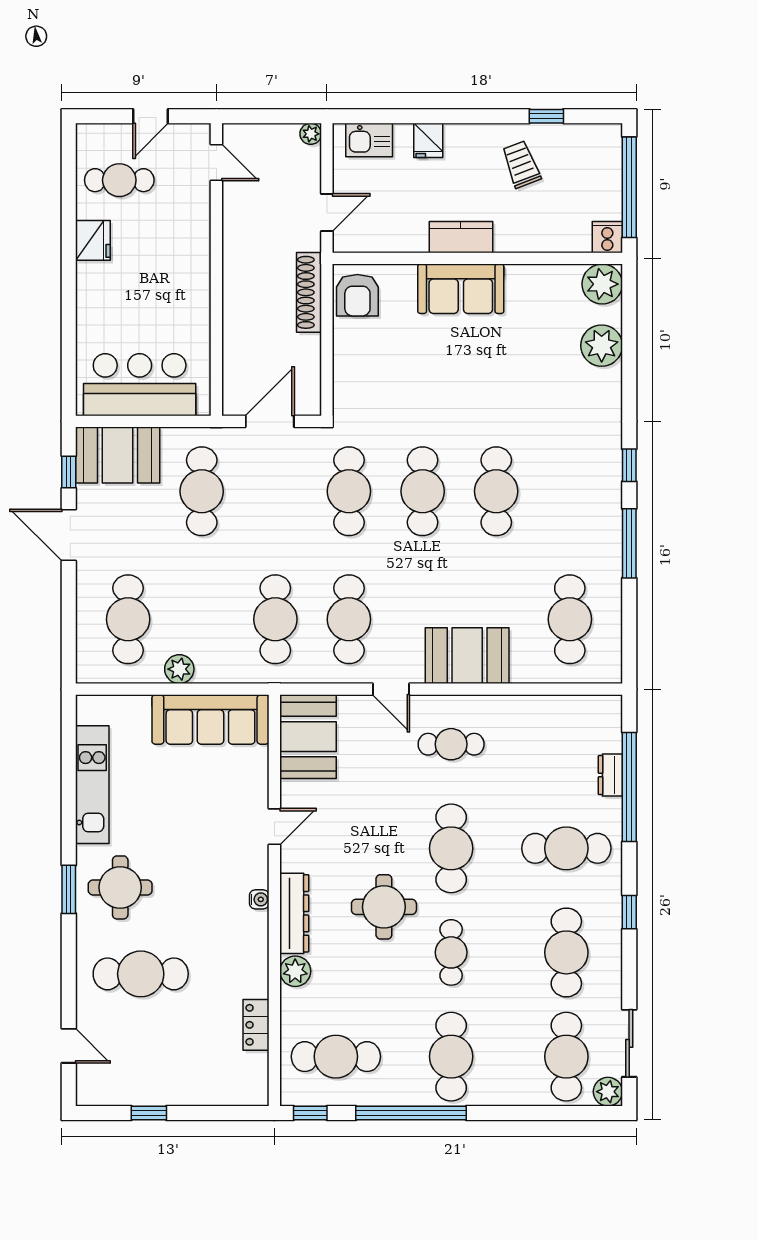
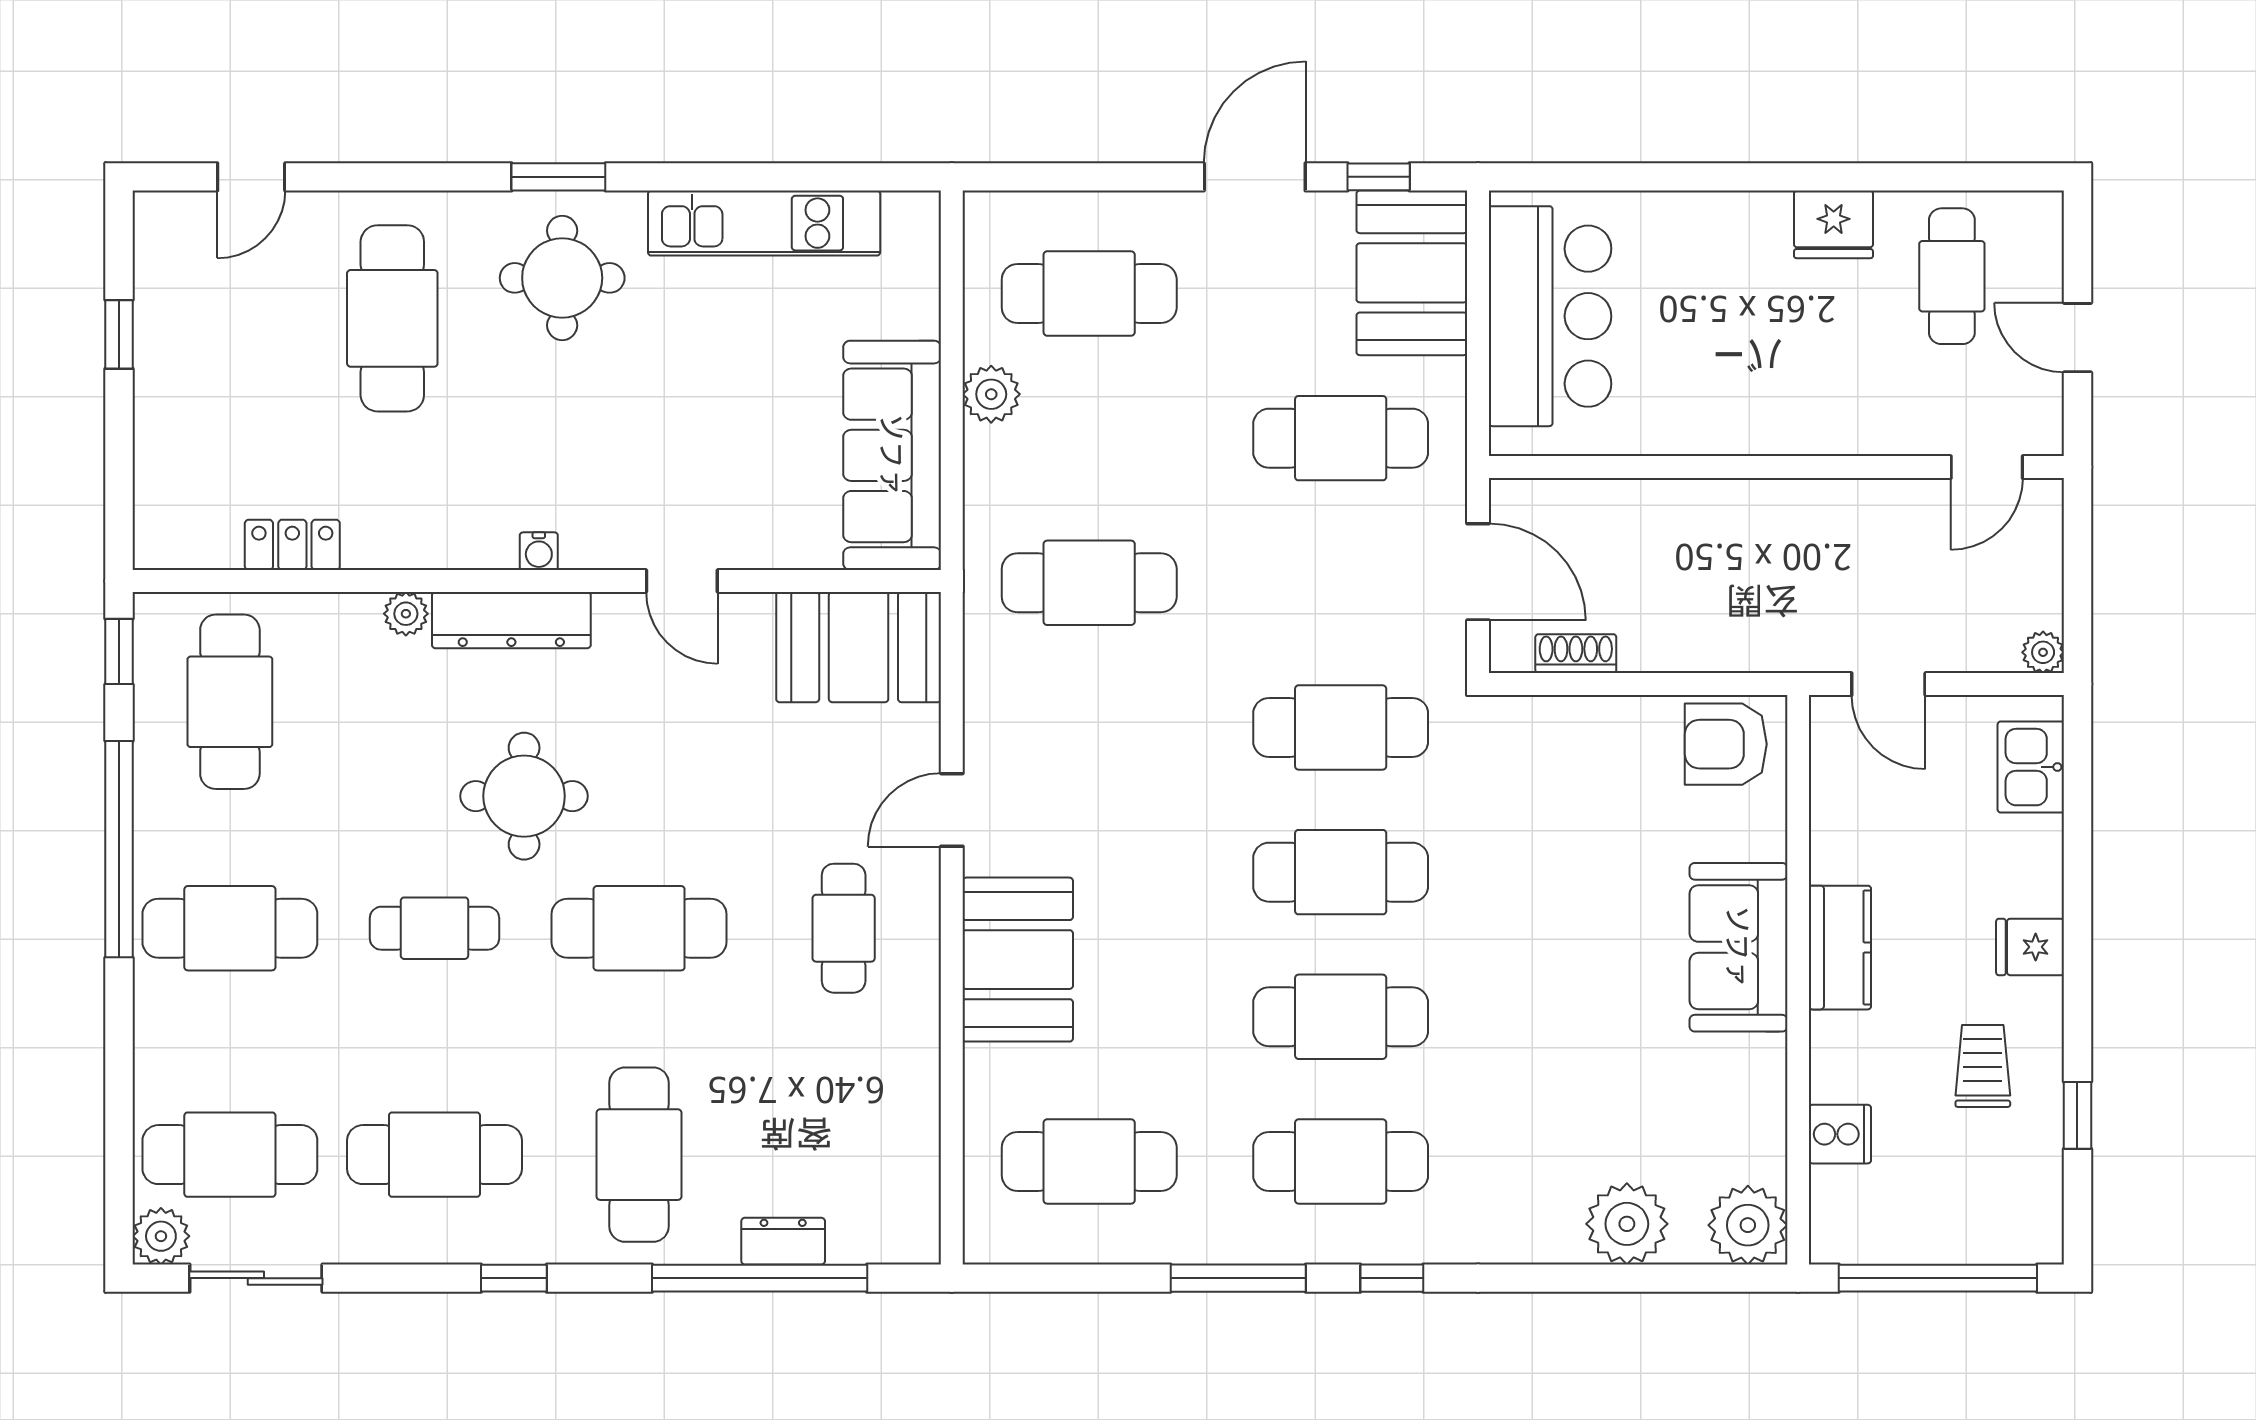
fridge: (428, 140) -> (2030, 947), moved
trolley: (521, 164) -> (1983, 1066), turned -69
cooker: (607, 237) -> (1840, 1134), moved
shoe rack: (309, 292) -> (1576, 654), moved, width x0.51, depth x0.81
cafe table: (349, 619) -> (1341, 1161), moved
plant: (295, 971) -> (406, 614), width x0.73, depth x0.73

